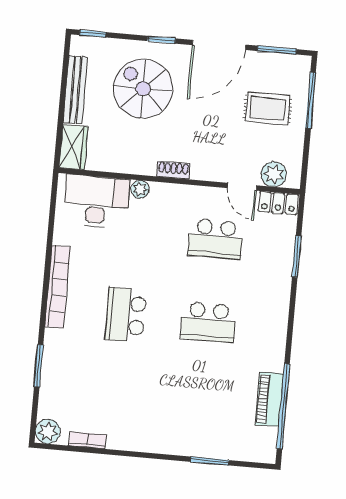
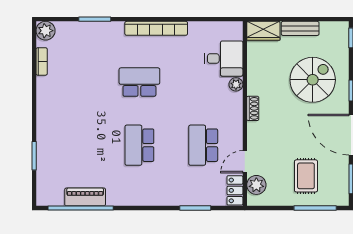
bench: (75, 90) -> (300, 28), width x0.73
desk: (96, 201) -> (224, 59), width x0.73

